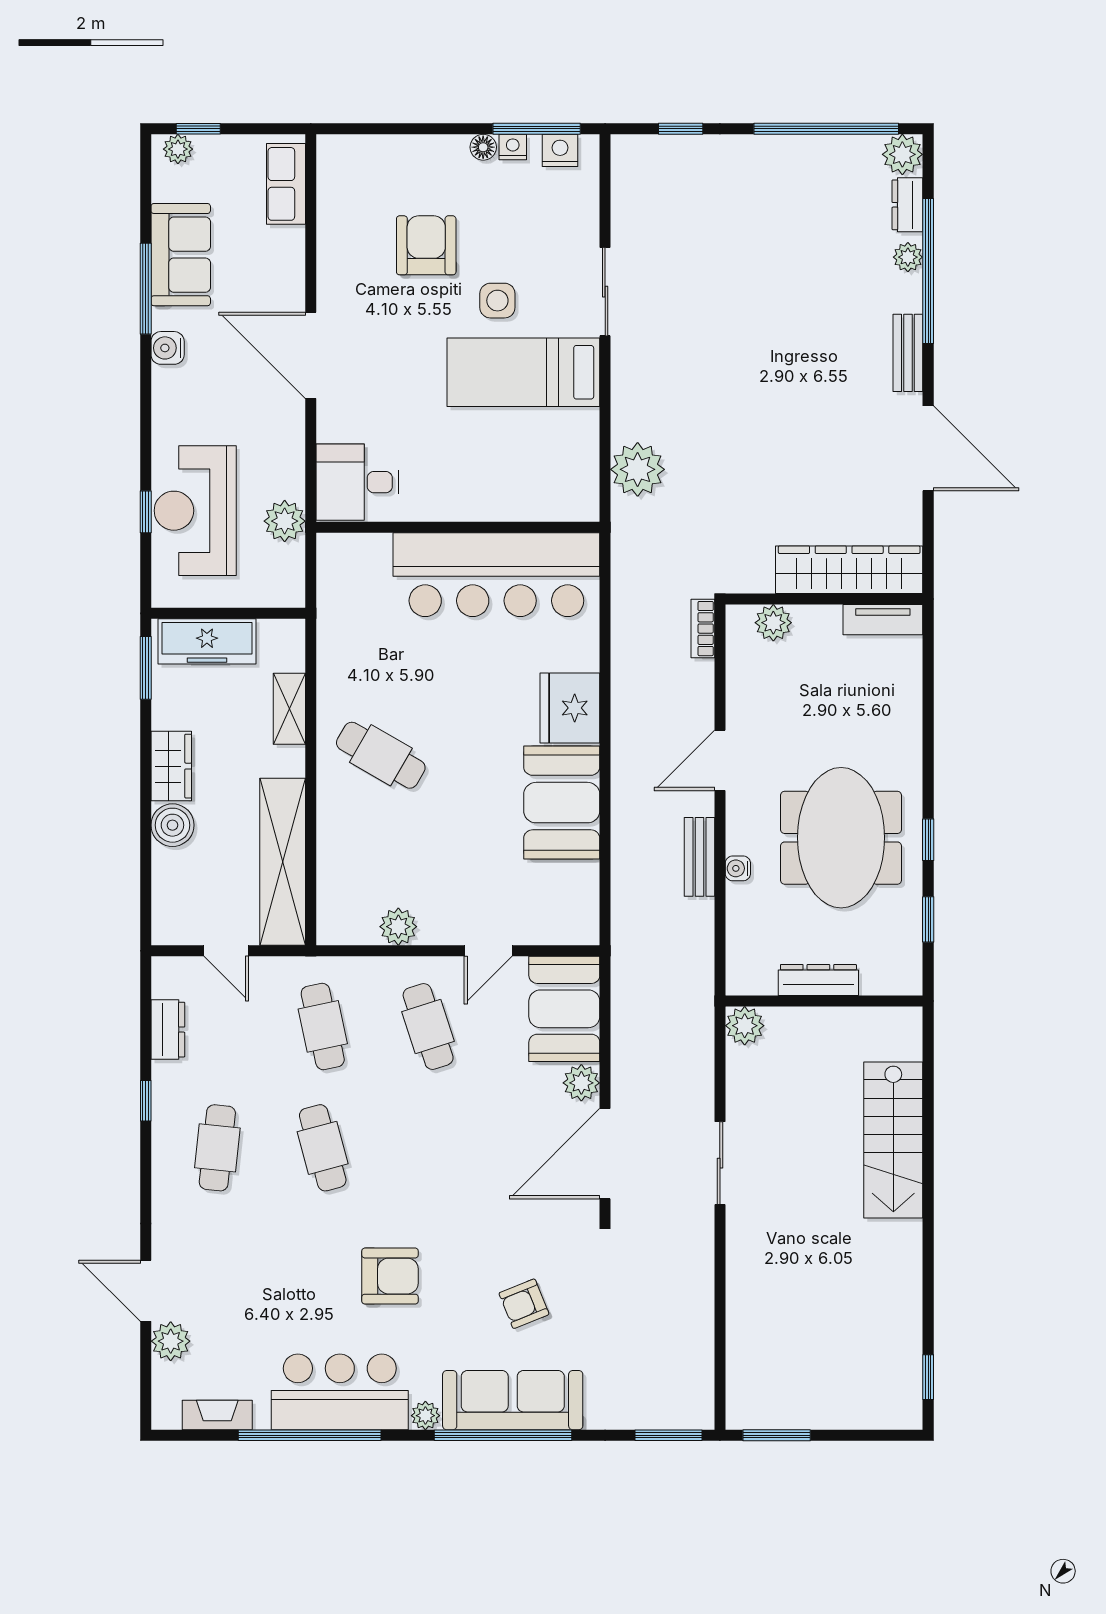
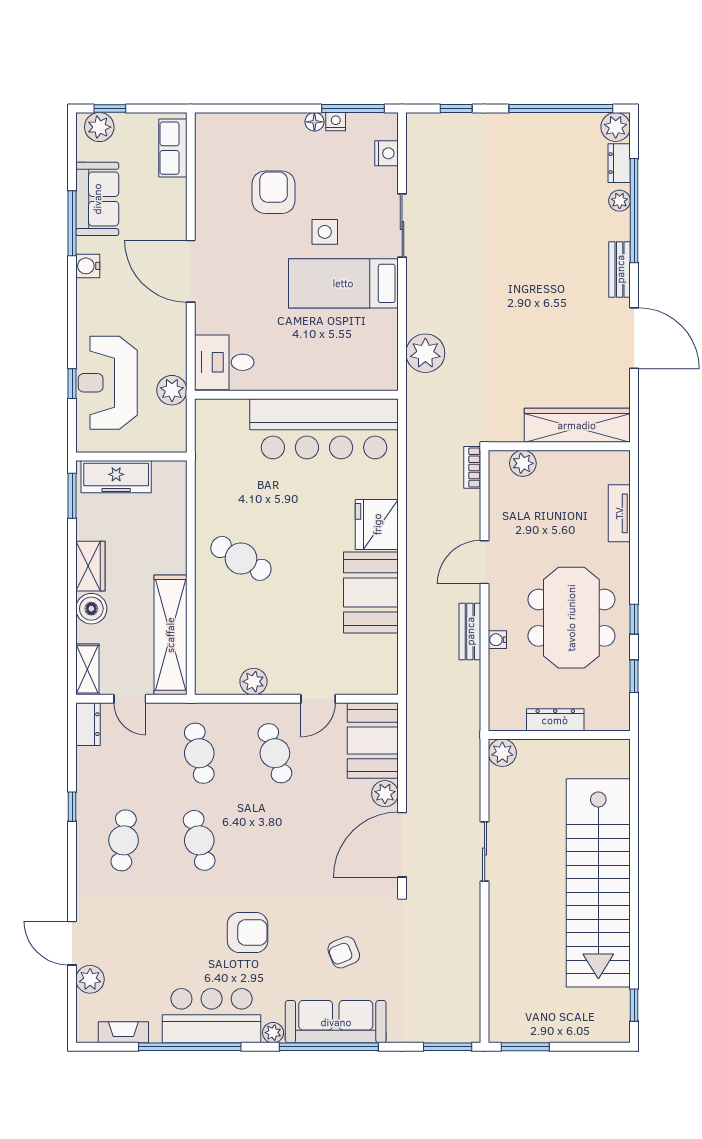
plant: (178, 149) -> (99, 127), width x1.38, depth x1.38
nightstand: (560, 150) -> (387, 153), moved, turned 90
tv unit: (883, 620) -> (619, 513), moved, turned 90
shelving: (289, 709) -> (87, 669), moved
dresser: (168, 1030) -> (88, 724), moved
stairs: (893, 1140) -> (598, 883), width x1.86, depth x1.51

